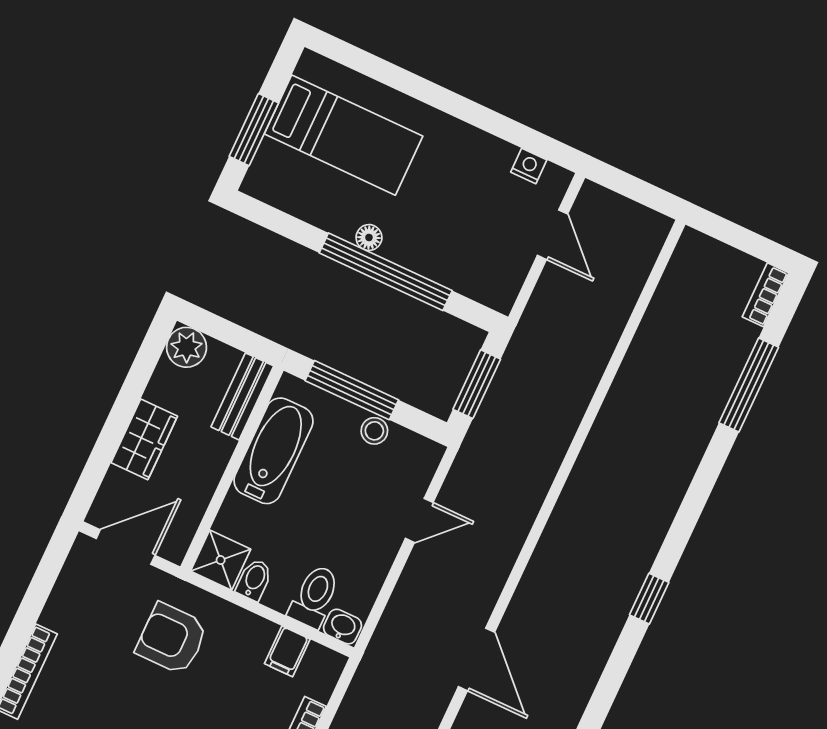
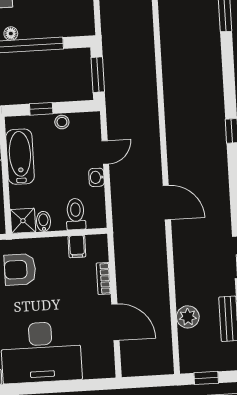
window: (352, 390) -> (41, 109), width x0.46
washbasin: (343, 627) -> (96, 177), moved, turned -90

